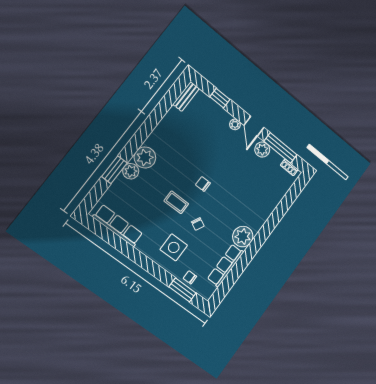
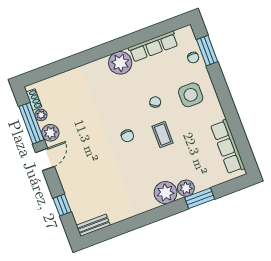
plant: (235, 124) -> (41, 115), moved

